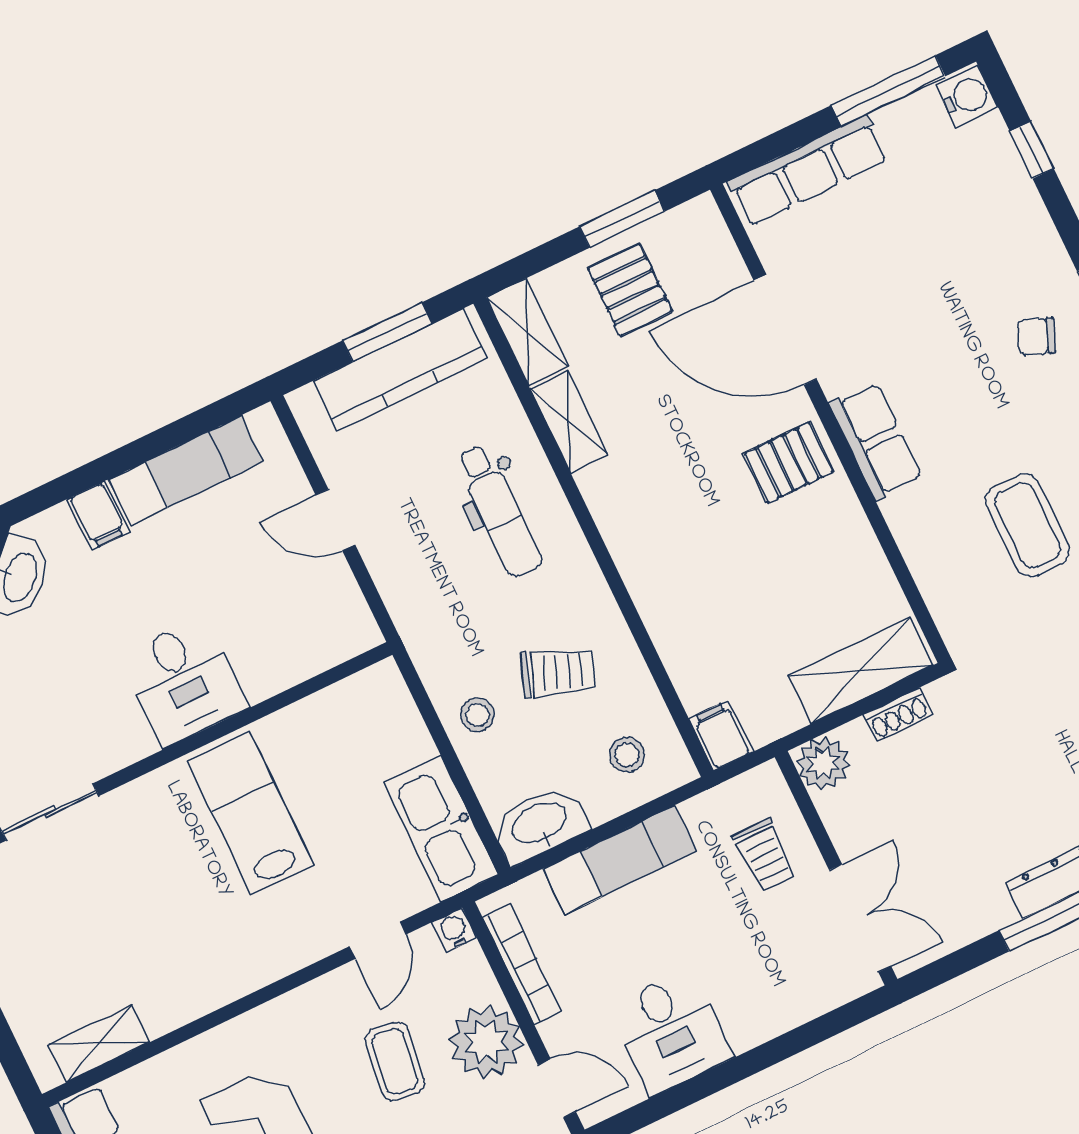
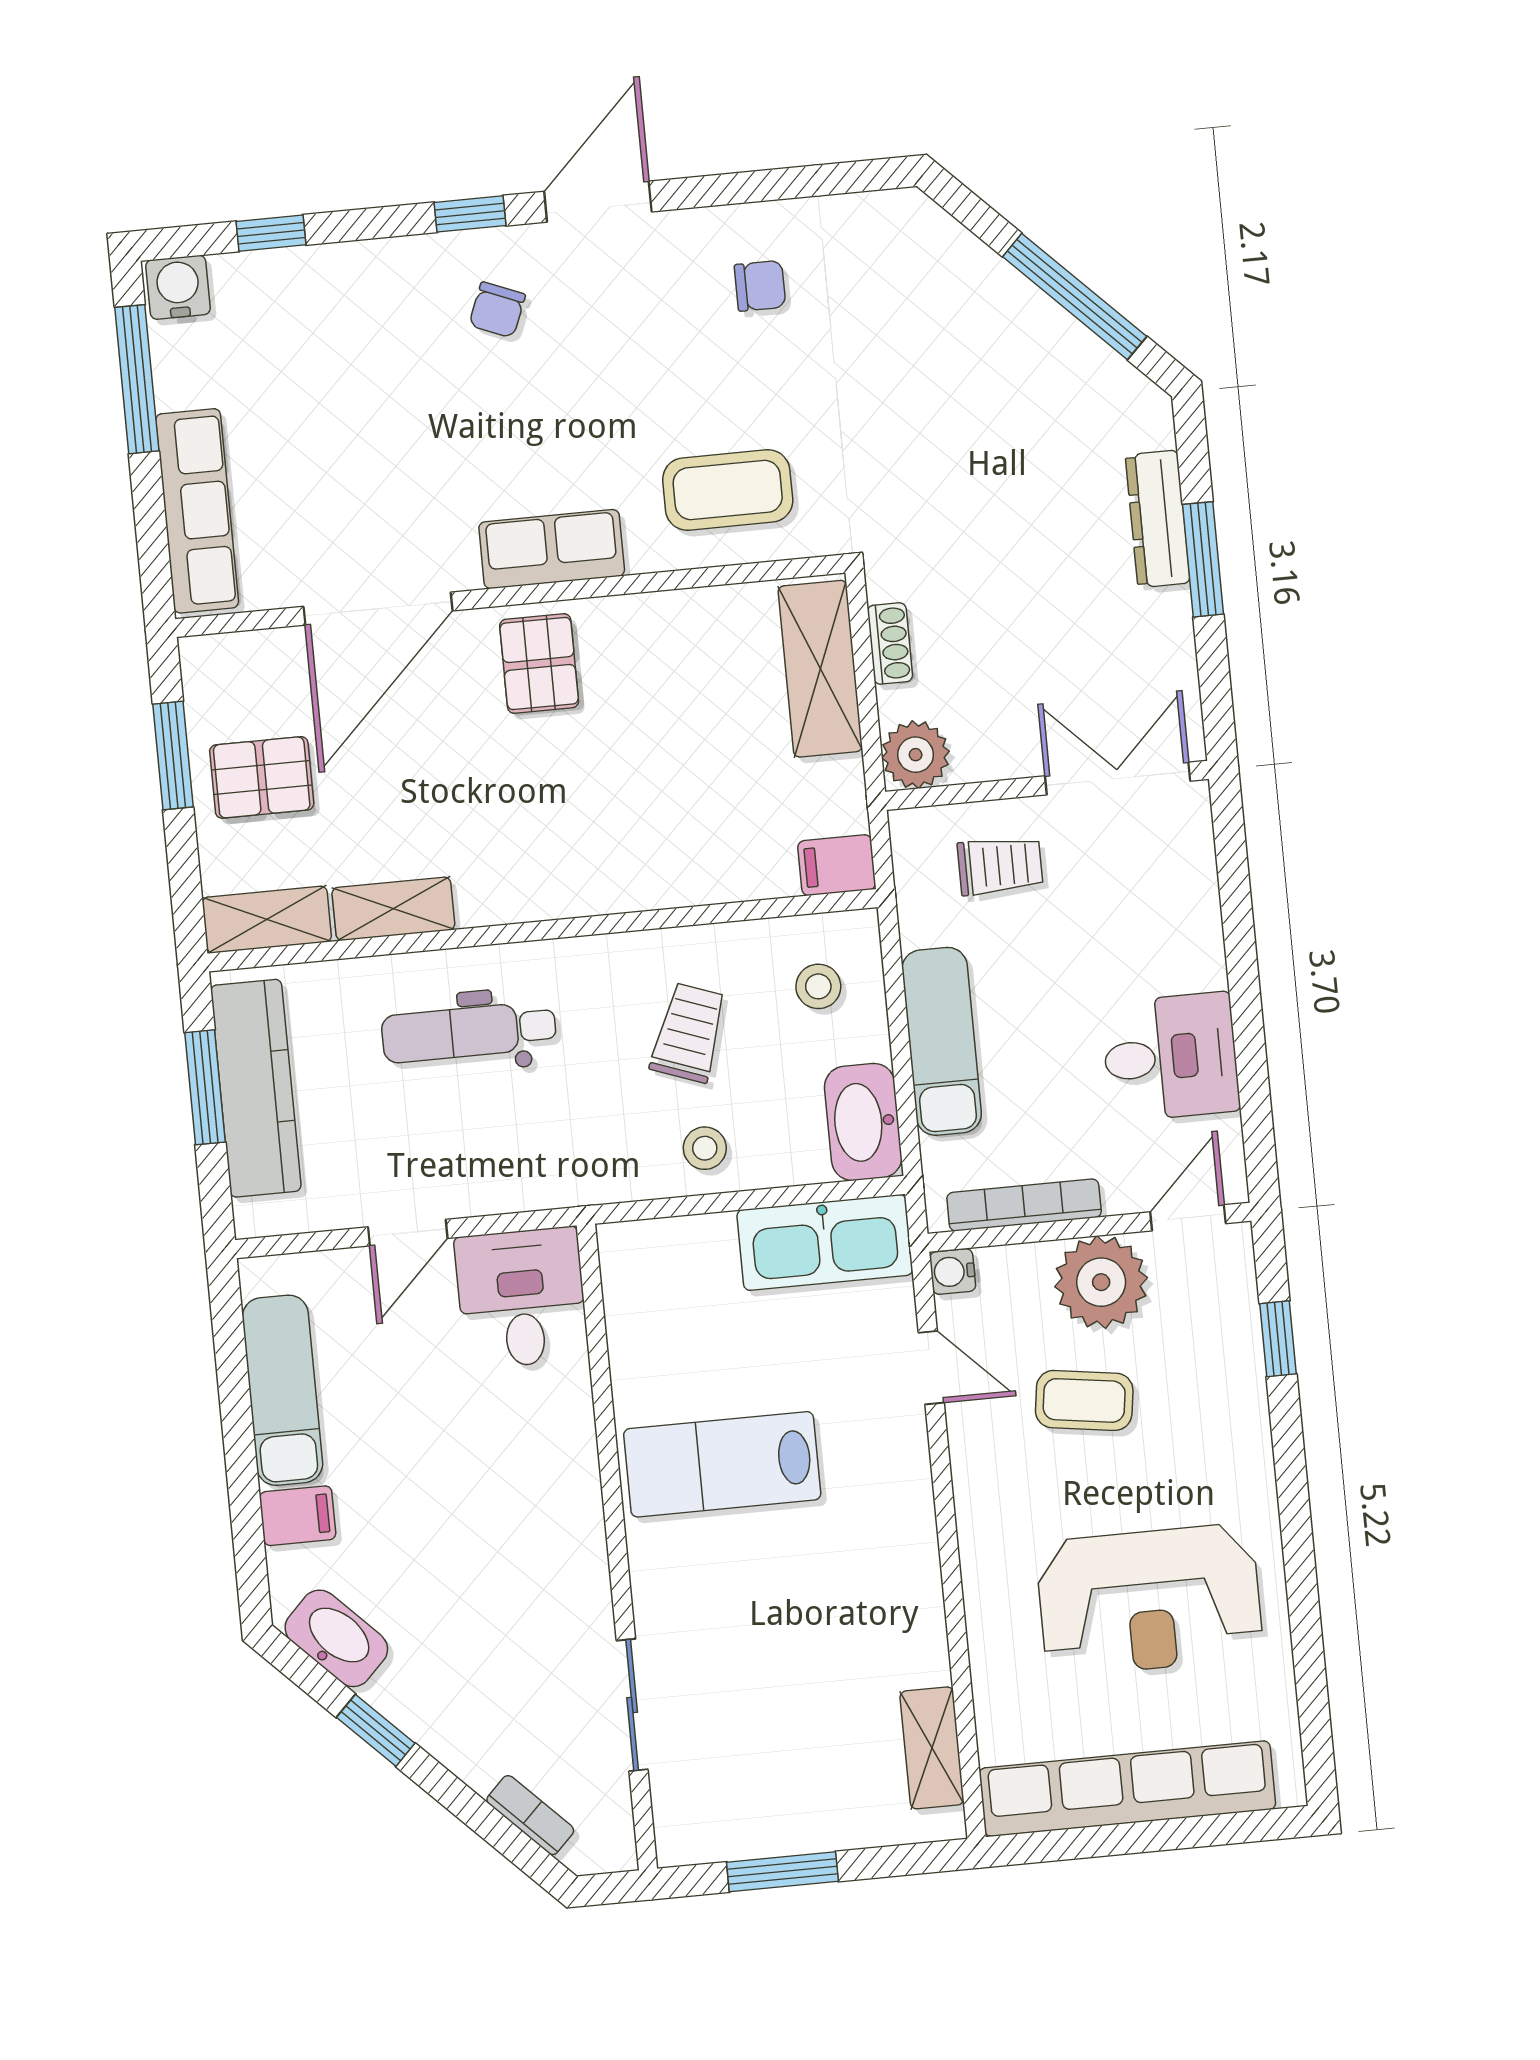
dental chair: (499, 511) -> (469, 1032), turned 180
coffee table: (1028, 525) -> (728, 490), moved
desk: (184, 682) -> (522, 1298), moved, turned -90

